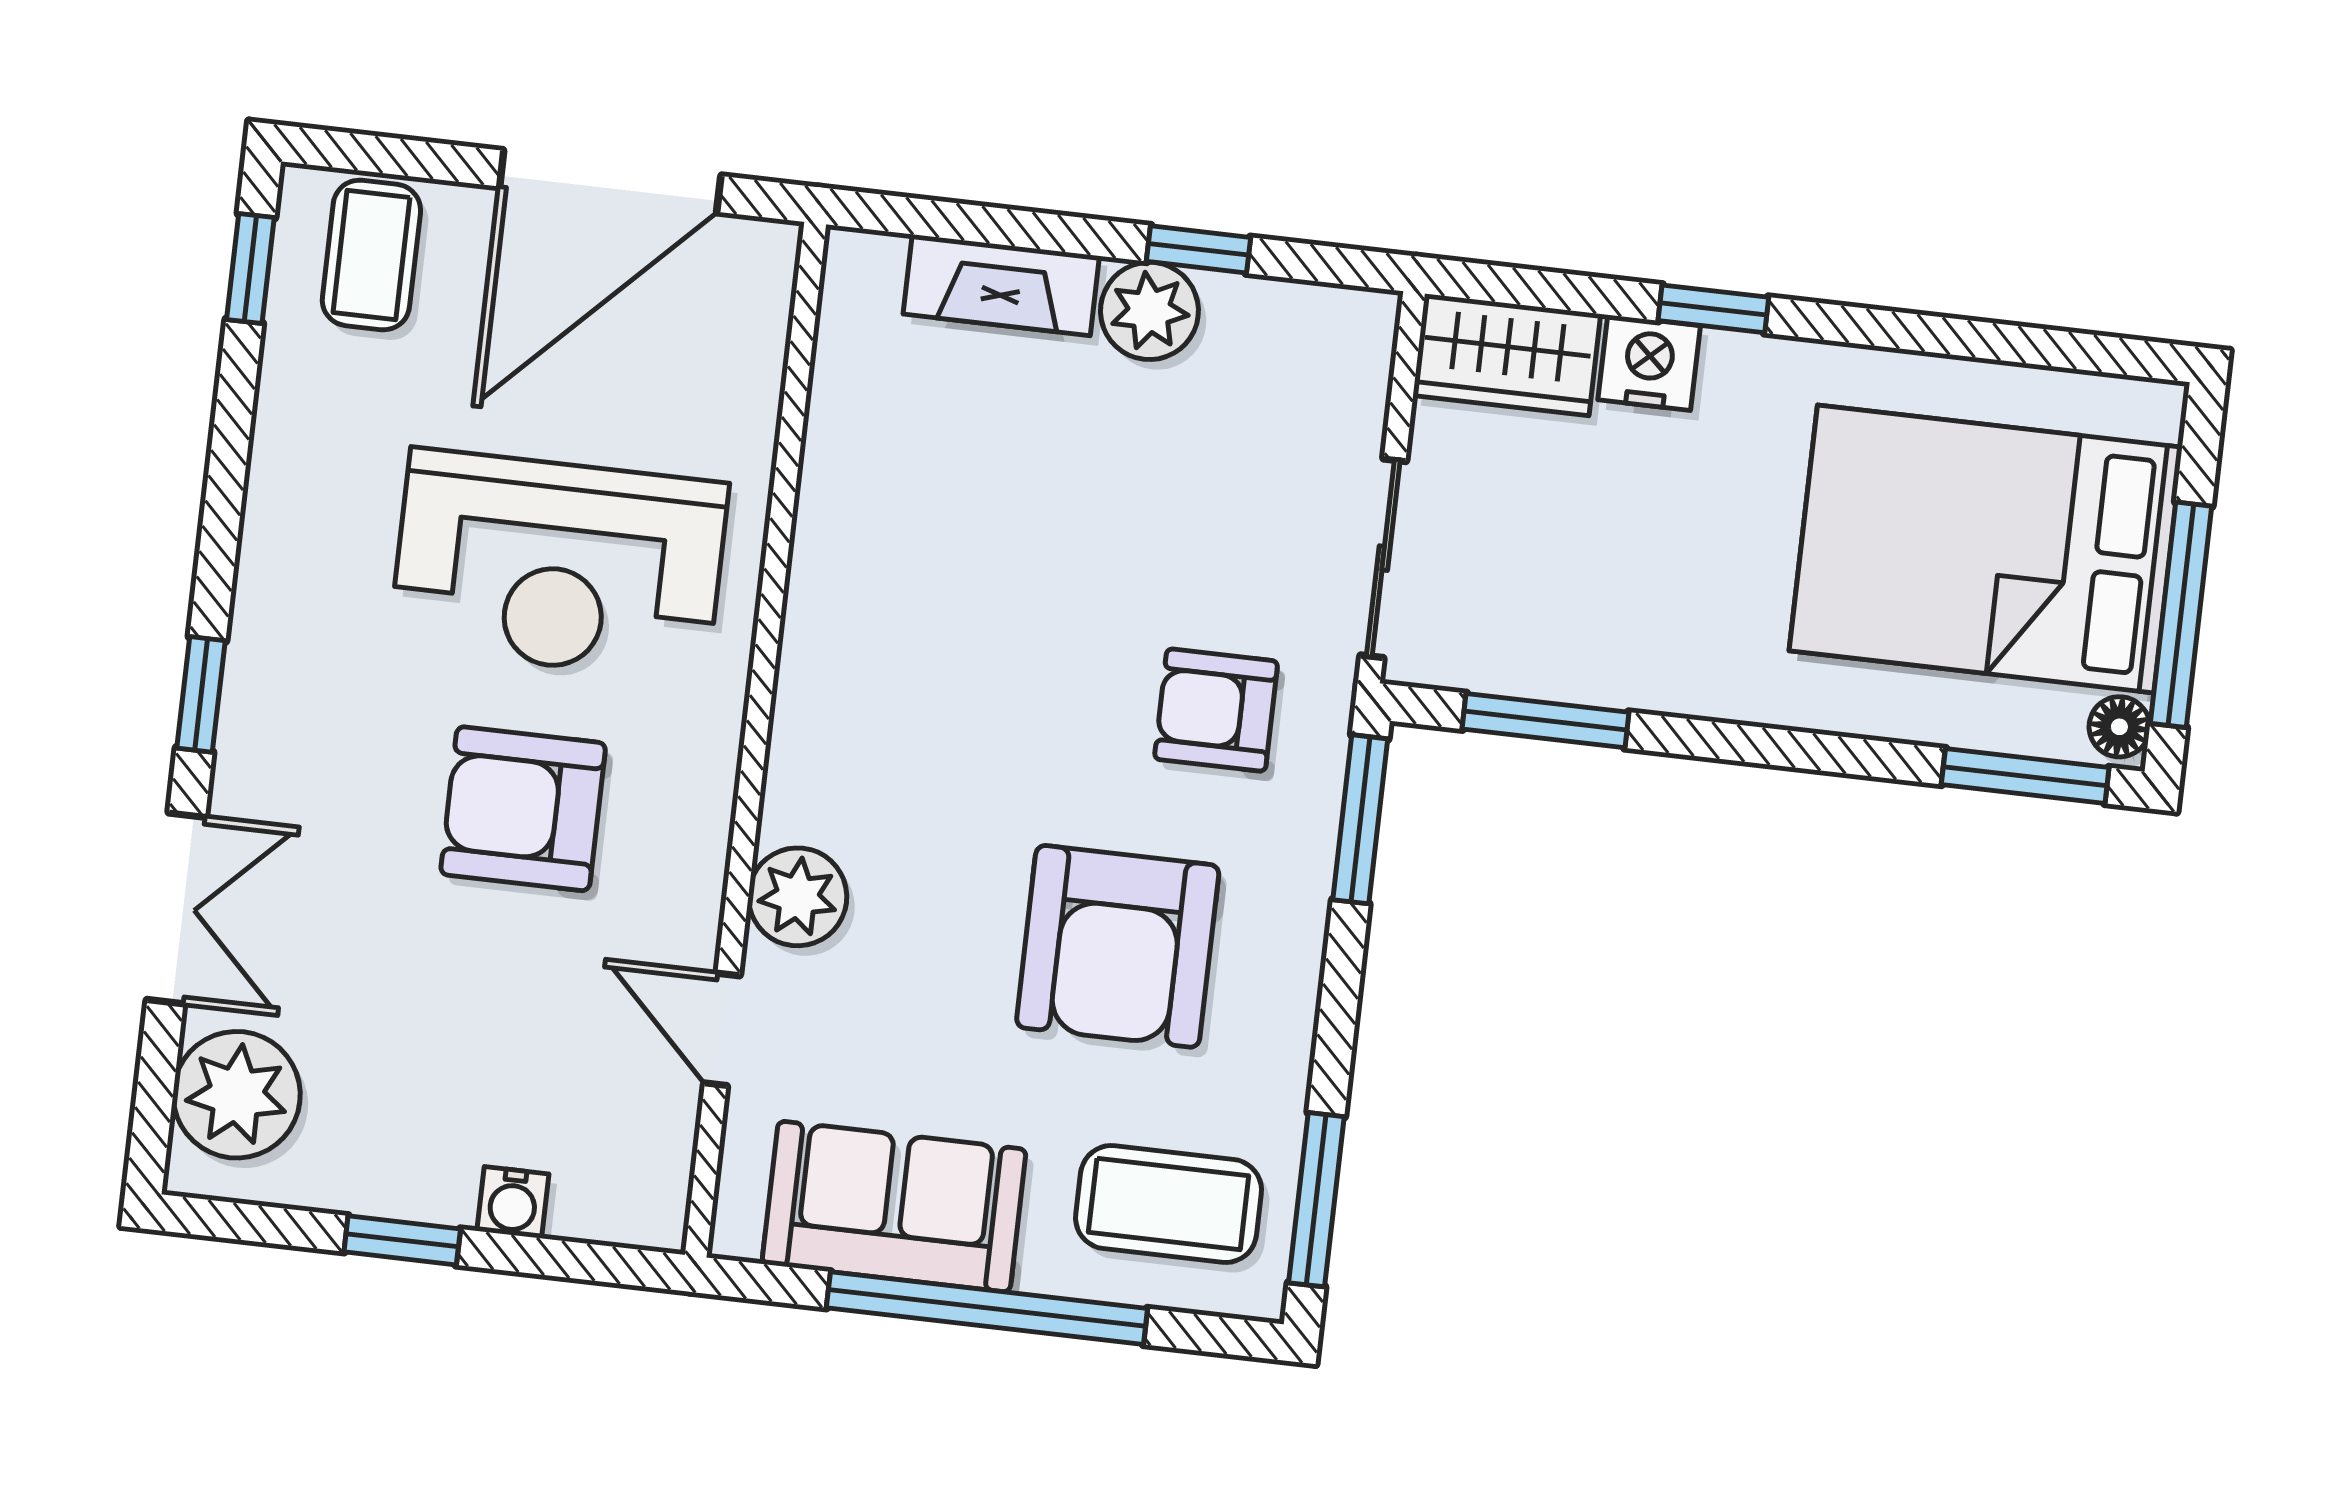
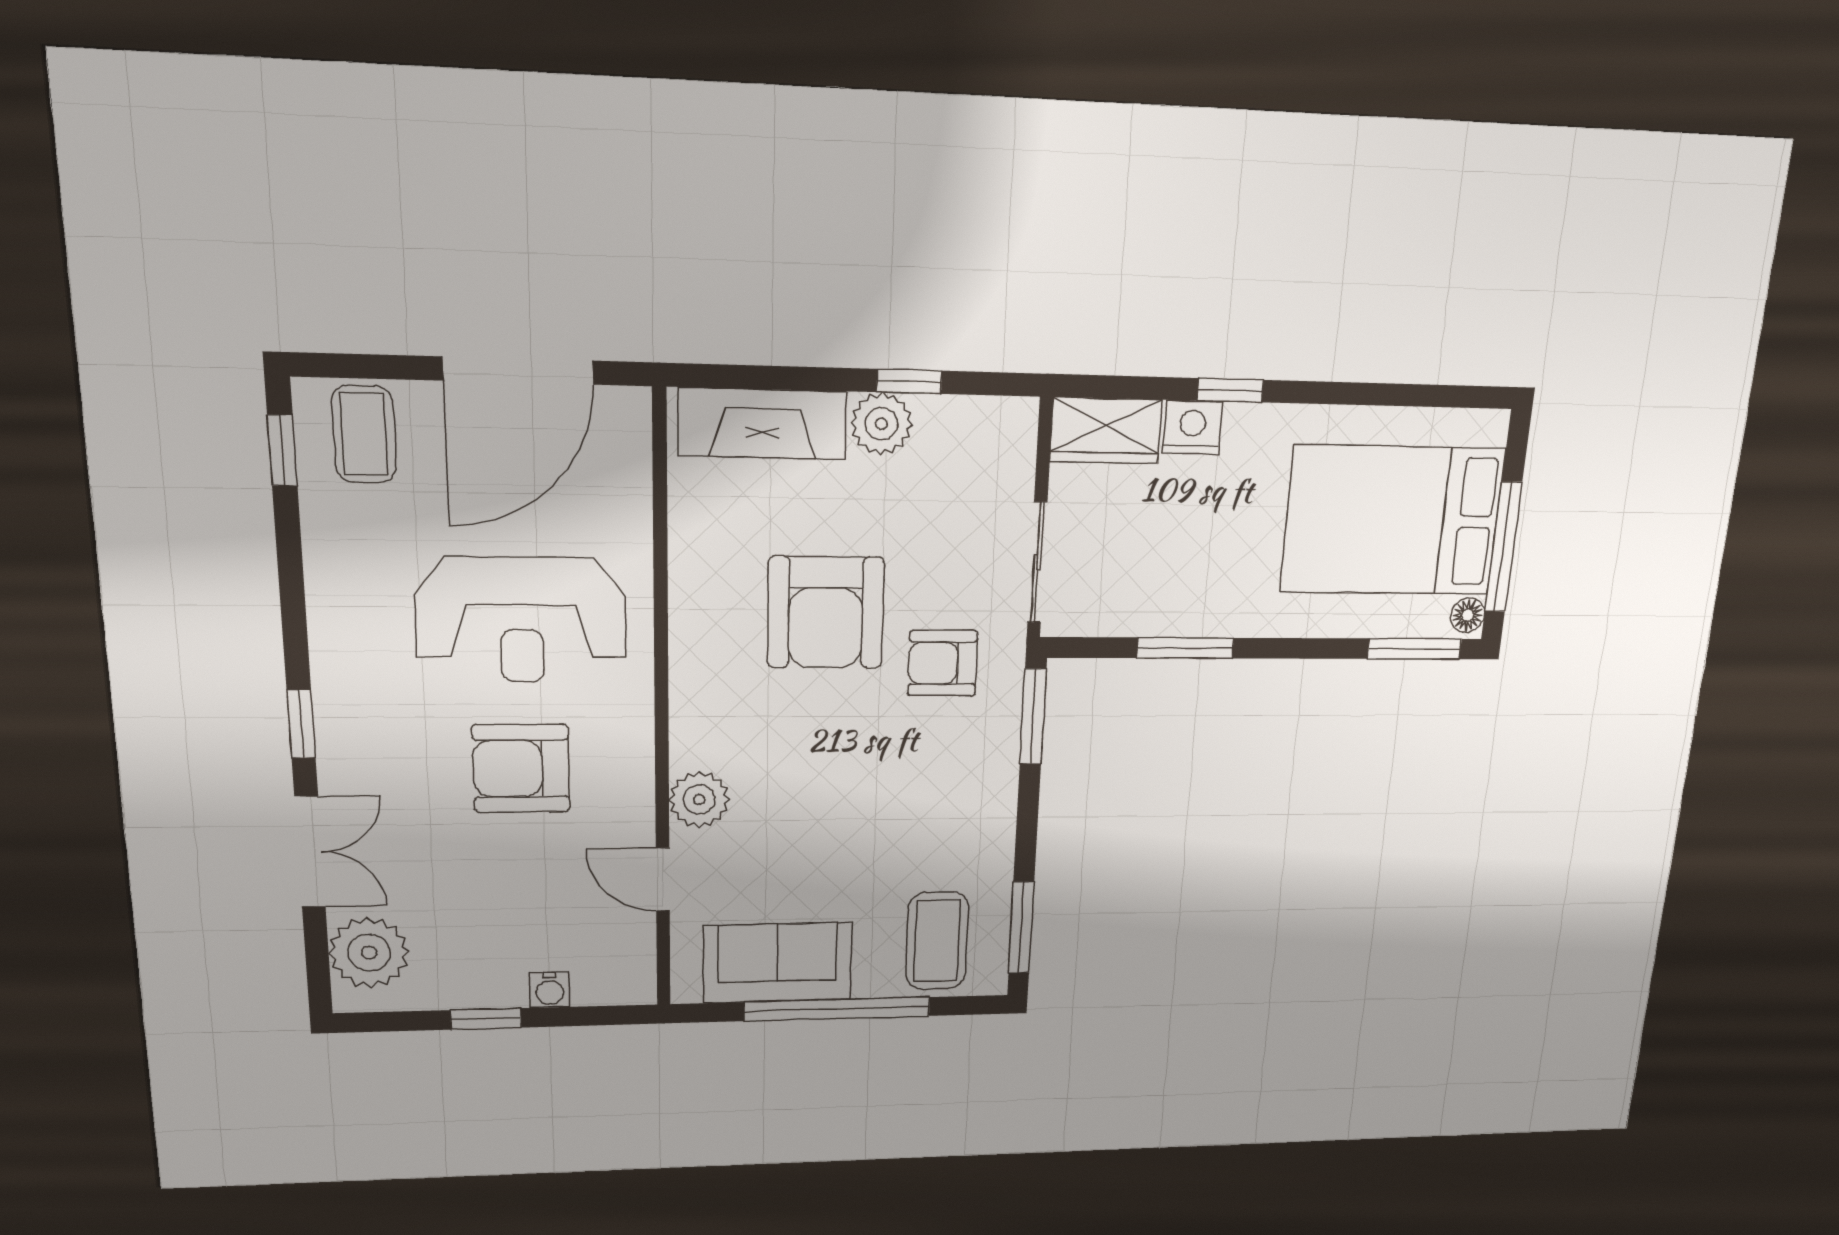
fireplace: (1001, 285) -> (763, 424), width x1.37, depth x1.32
window: (1545, 721) -> (1185, 648), moved
armchair: (1118, 946) -> (826, 613), moved
coffee table: (1169, 1204) -> (937, 941), turned 90

